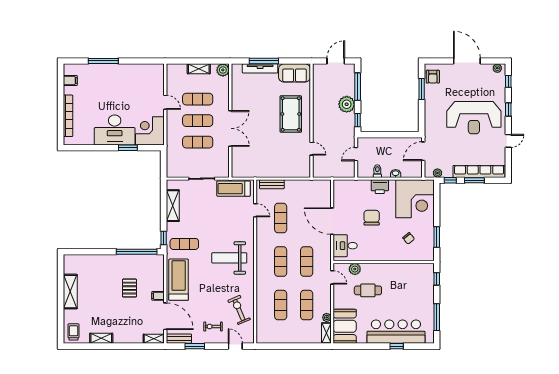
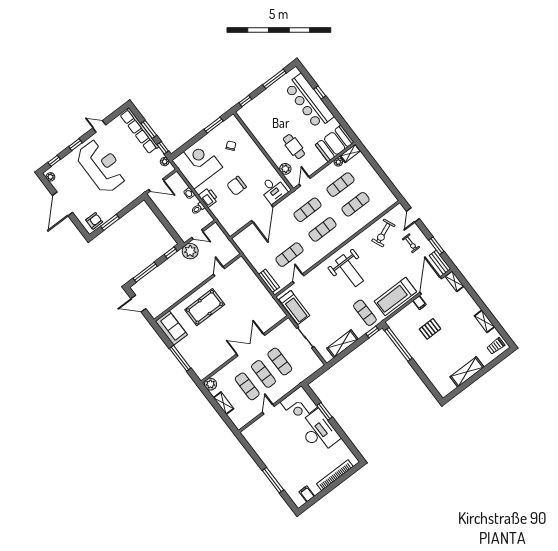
tv unit: (260, 68) -> (188, 357), removed
plant: (347, 104) -> (190, 251), moved

